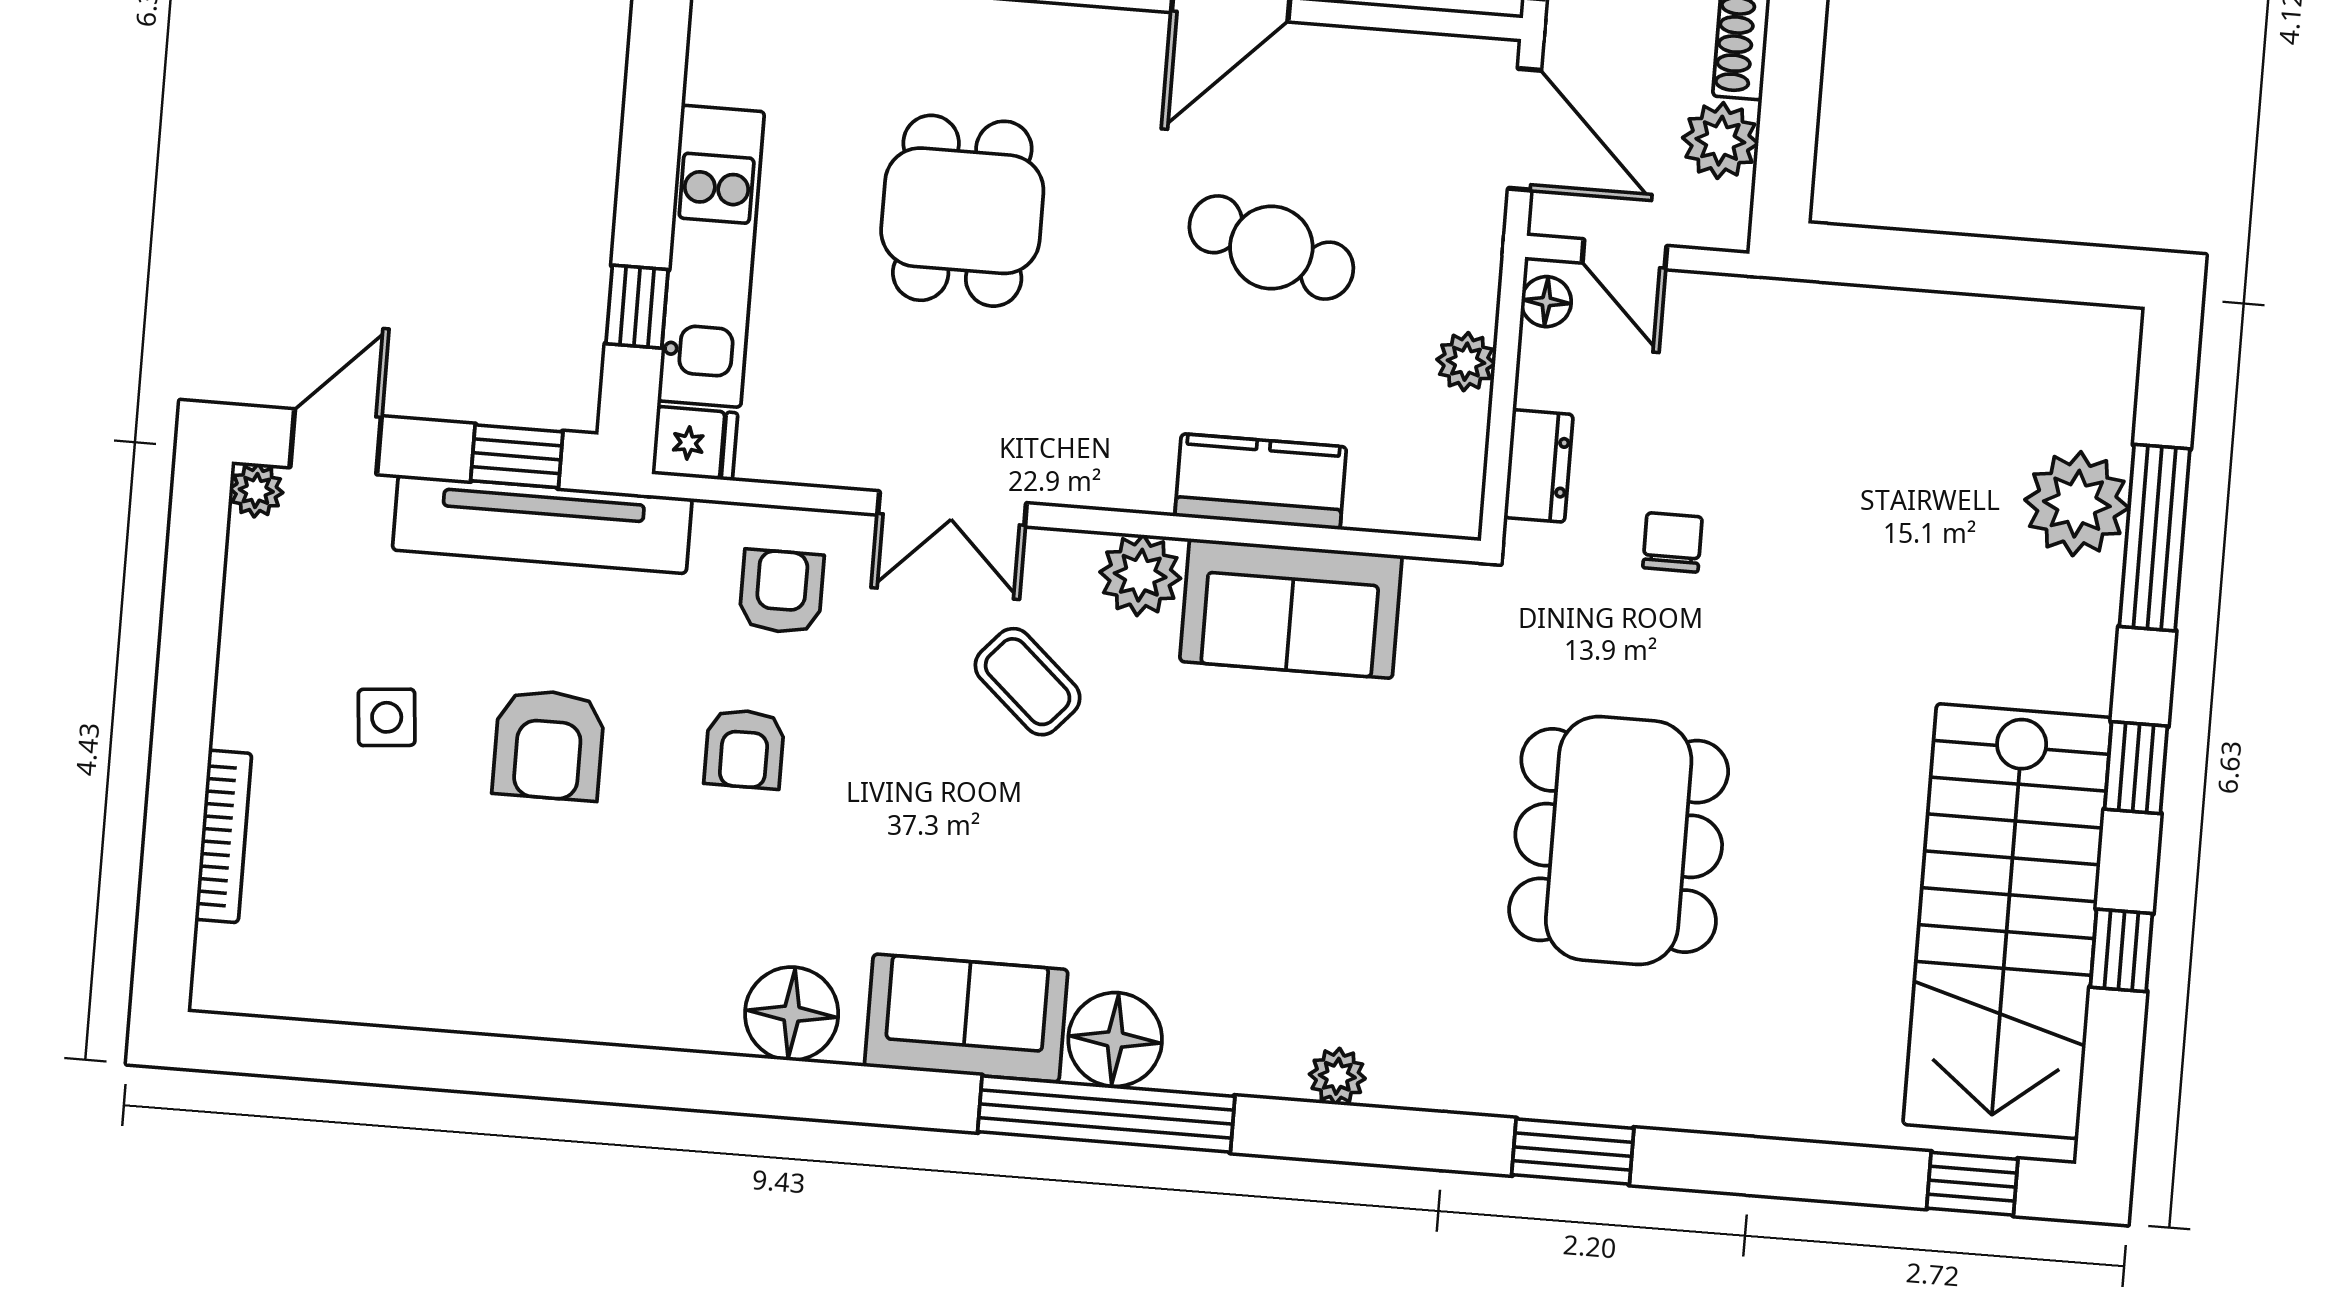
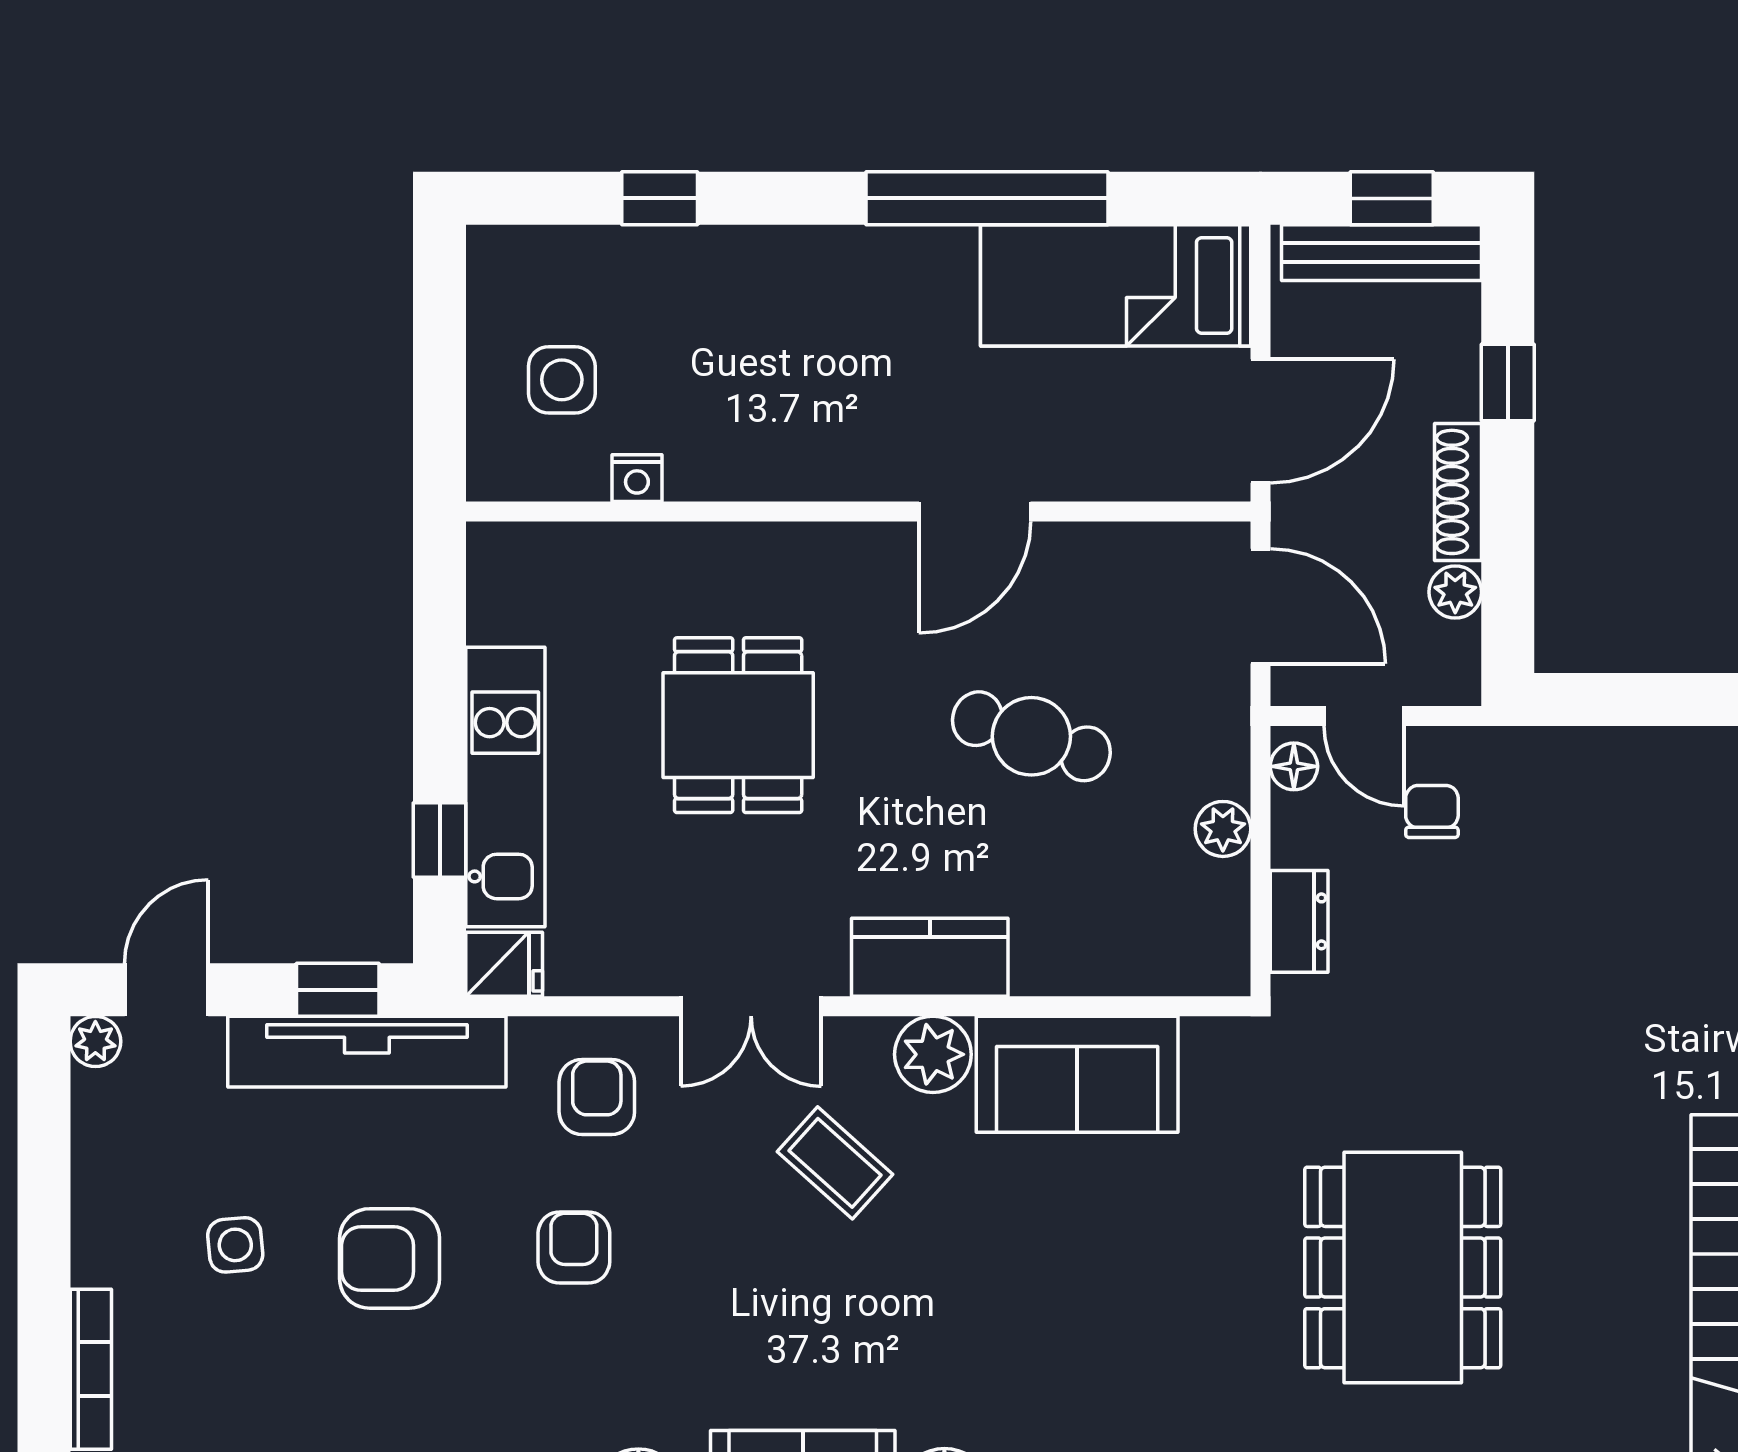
plant: (1720, 141) -> (1455, 592), width x0.73, depth x0.73
kitchen counter: (1261, 482) -> (930, 957), moved
chair: (1672, 542) -> (1432, 811), moved
armchair: (549, 745) -> (390, 1258), turned 90
armchair: (744, 749) -> (574, 1247), turned 180

